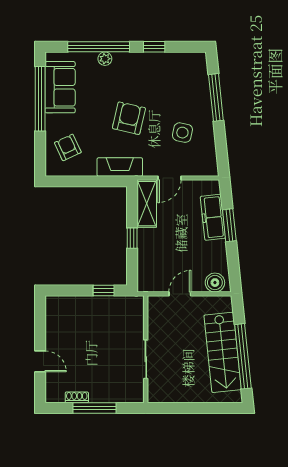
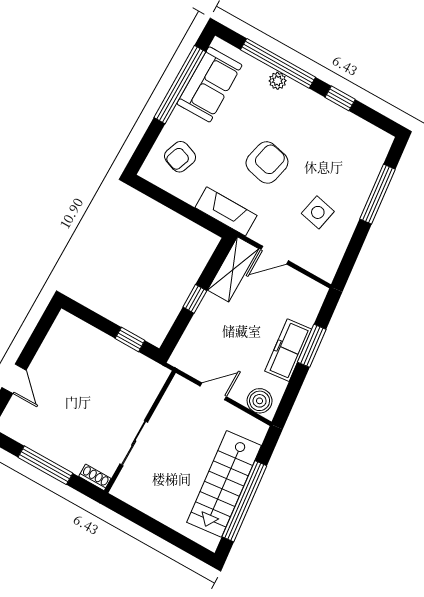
armchair: (68, 147) -> (180, 157), turned -135
freezer: (213, 217) -> (288, 350), moved
shoe rack: (77, 397) -> (95, 477), moved

